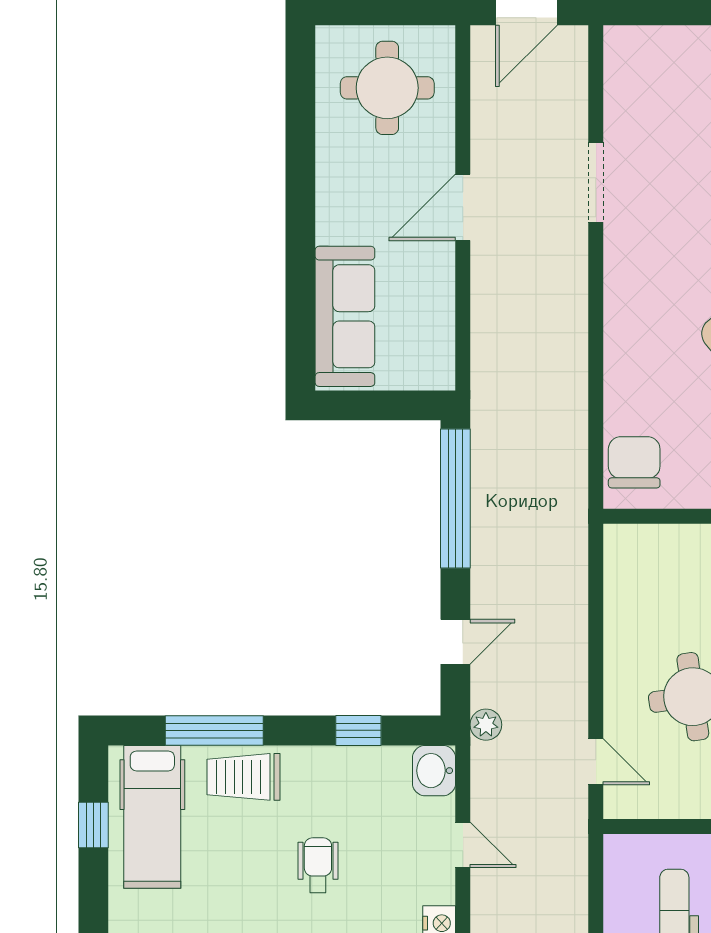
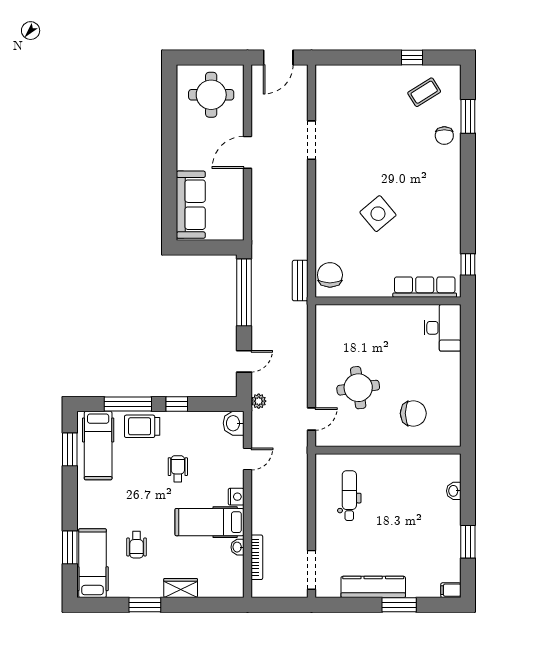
bench: (572, 474) -> (300, 281), added
window: (358, 730) -> (177, 404), moved
door: (596, 762) -> (311, 419), hinge flipped
window: (93, 825) -> (70, 449), width x1.50
door: (463, 845) -> (248, 459), hinge flipped

